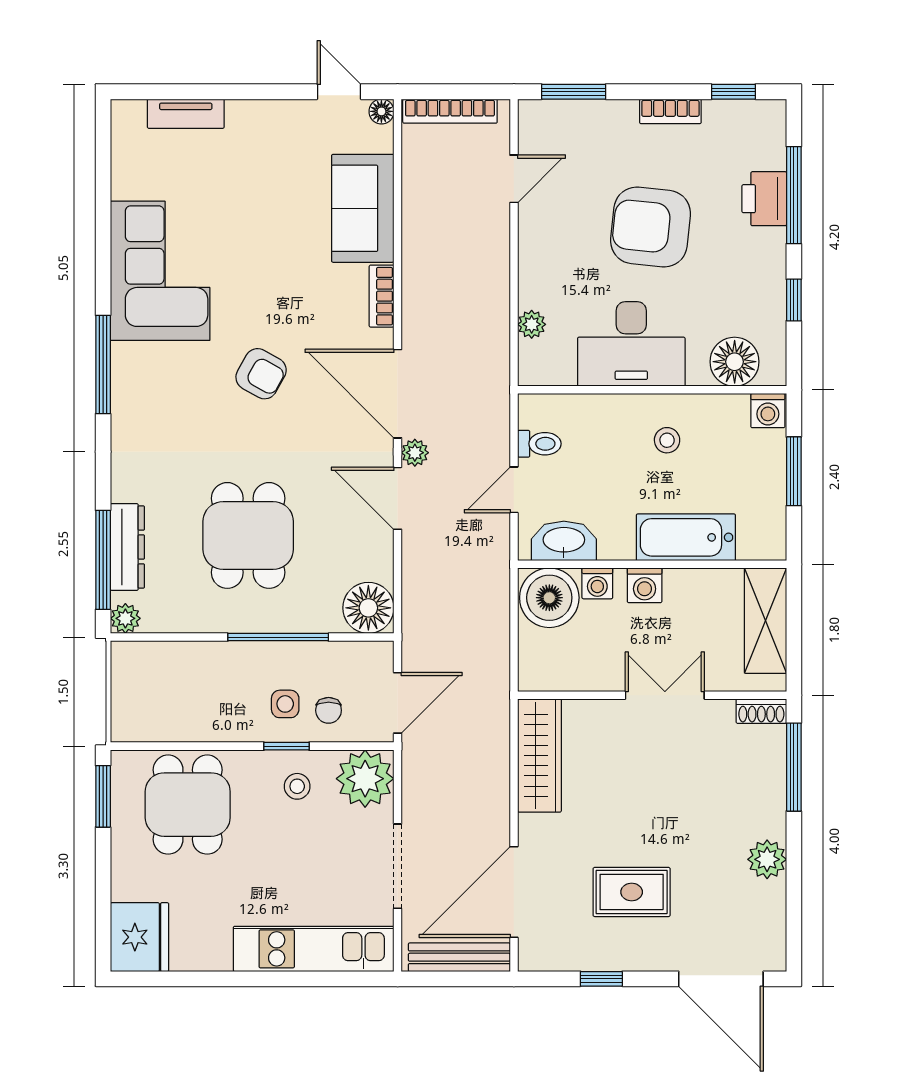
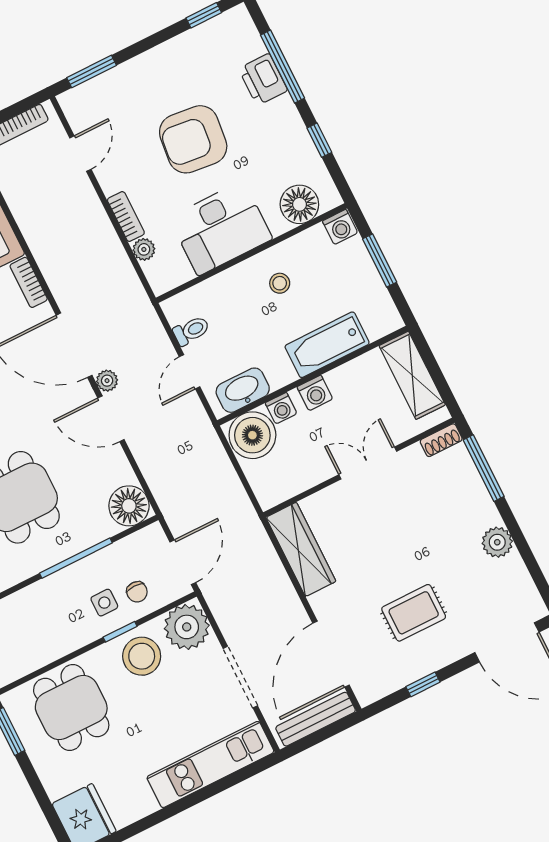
bookcase: (670, 111) -> (126, 216), moved, turned -90
stool: (297, 786) -> (142, 656), width x1.89, depth x1.89

